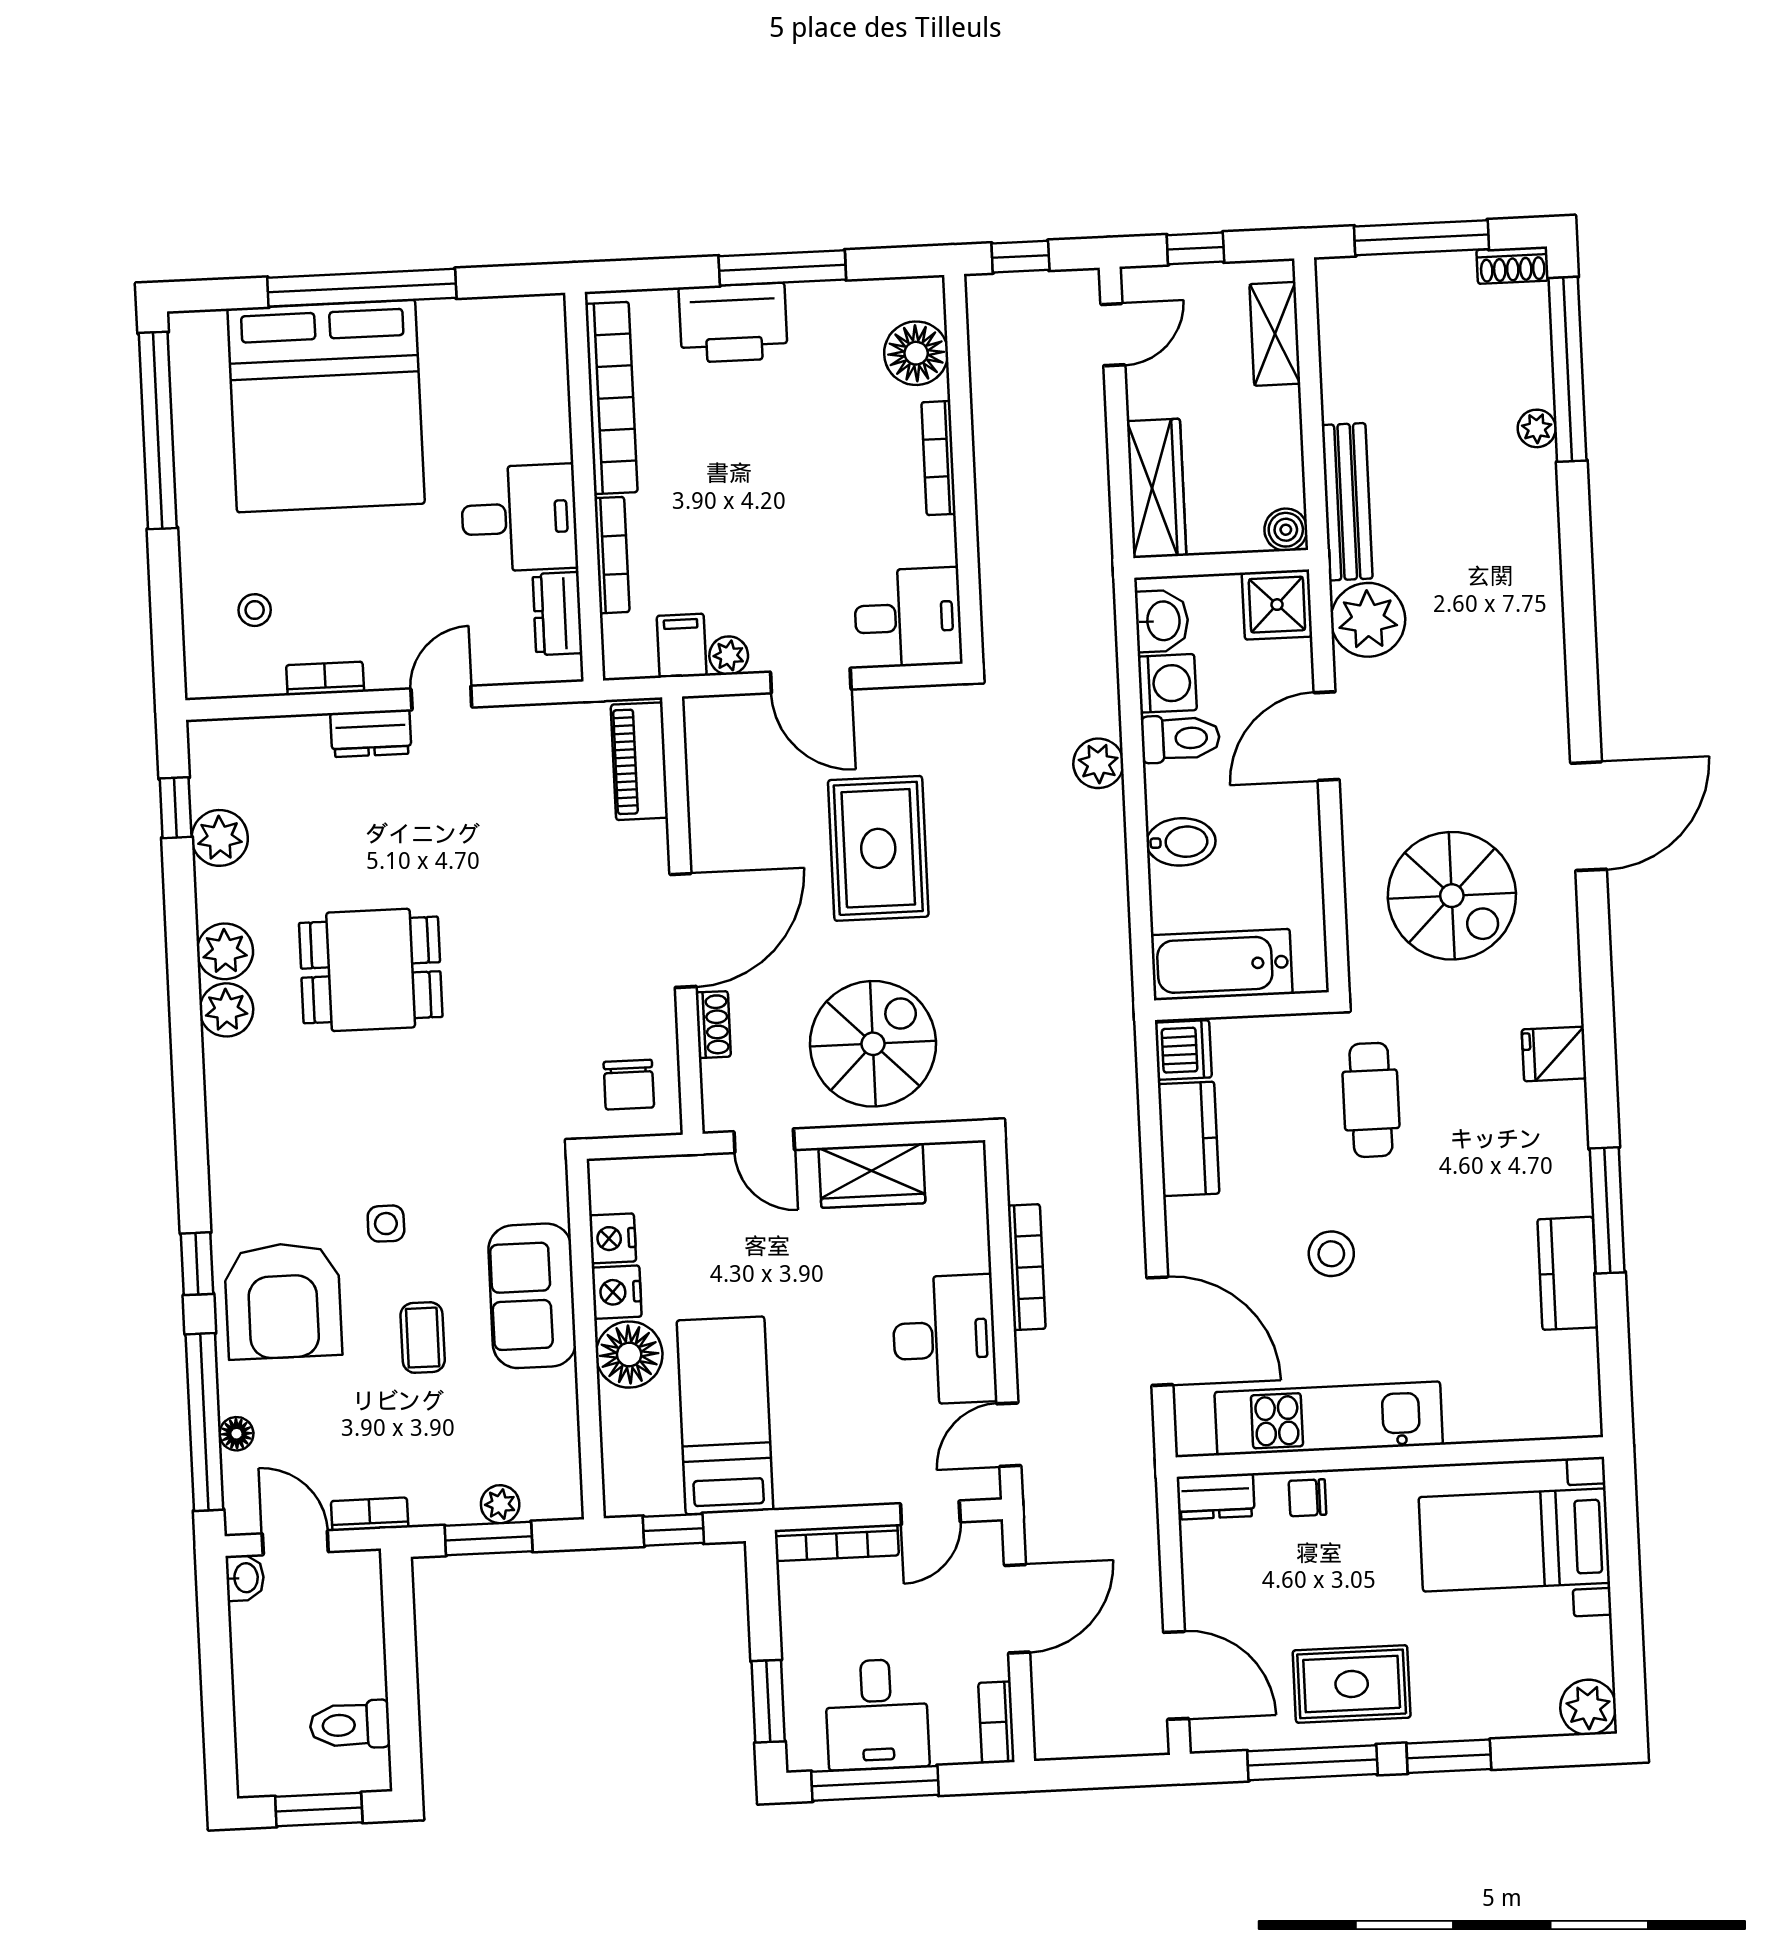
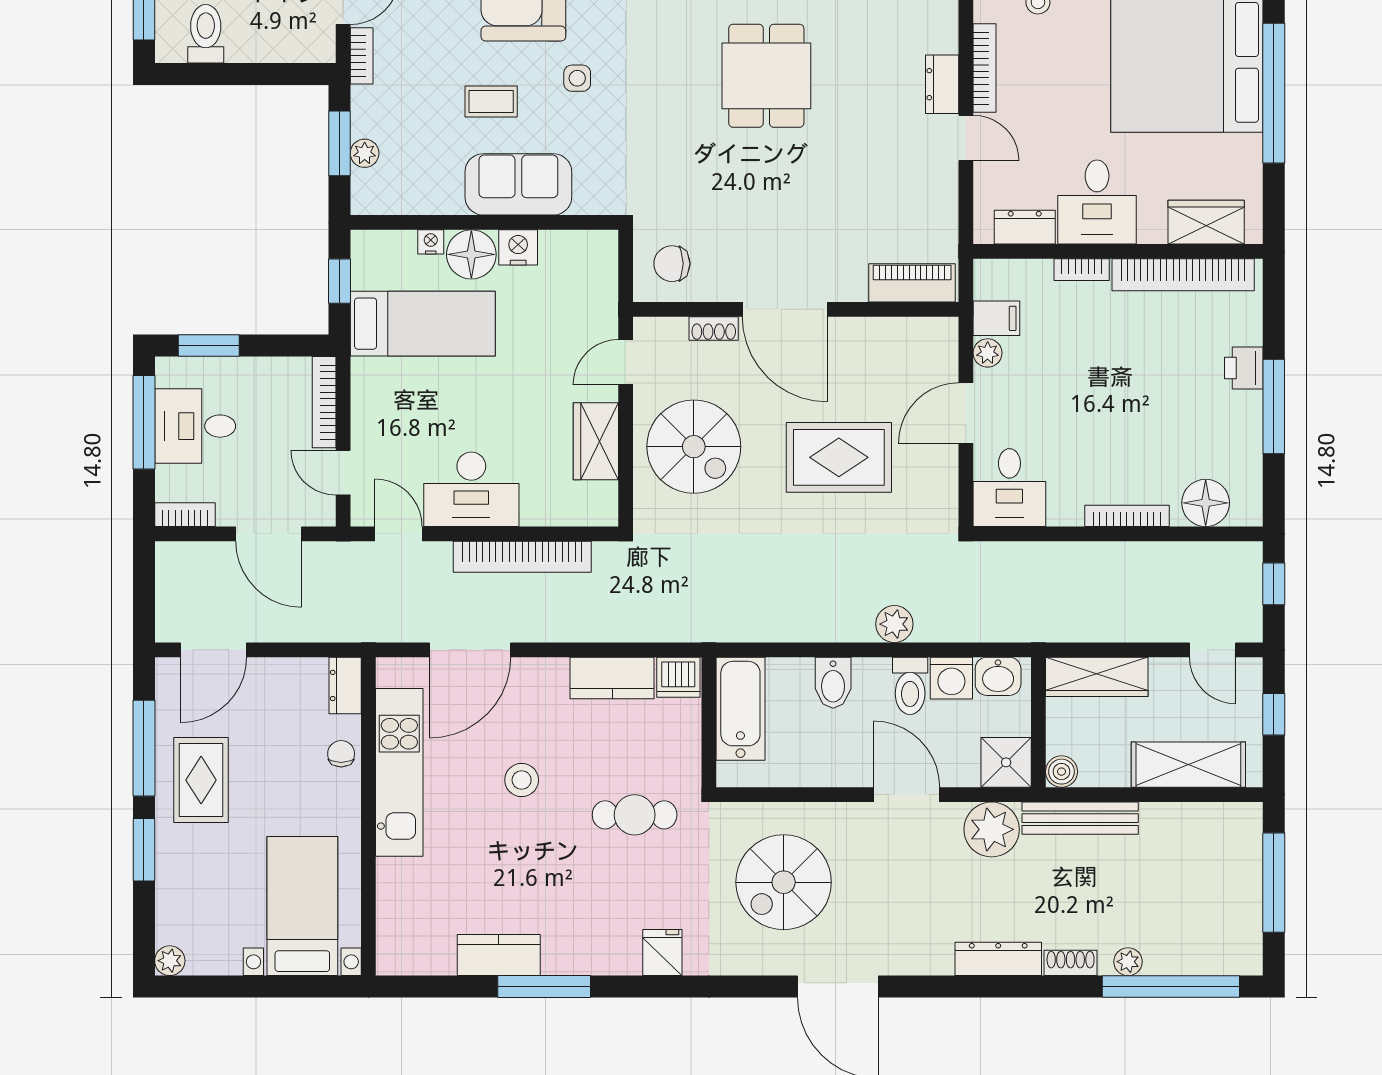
shoe rack: (1513, 265) -> (1071, 963), moved, turned 90
printer: (733, 323) -> (1244, 368), width x0.53, depth x0.68
shelving: (1275, 334) -> (1188, 765), width x1.50, depth x1.33
wardrobe: (539, 370) -> (1206, 222), added
bookcase: (612, 555) -> (1082, 270), width x0.64
dresser: (1541, 603) -> (998, 959), added
bookcase: (325, 678) -> (985, 68), width x1.56
nightstand: (613, 1238) -> (431, 242), moved, width x0.72, depth x0.74
bookcase: (1027, 1267) -> (522, 557), width x1.48, depth x1.31
plant: (1588, 1707) -> (170, 961), width x0.73, depth x0.73

